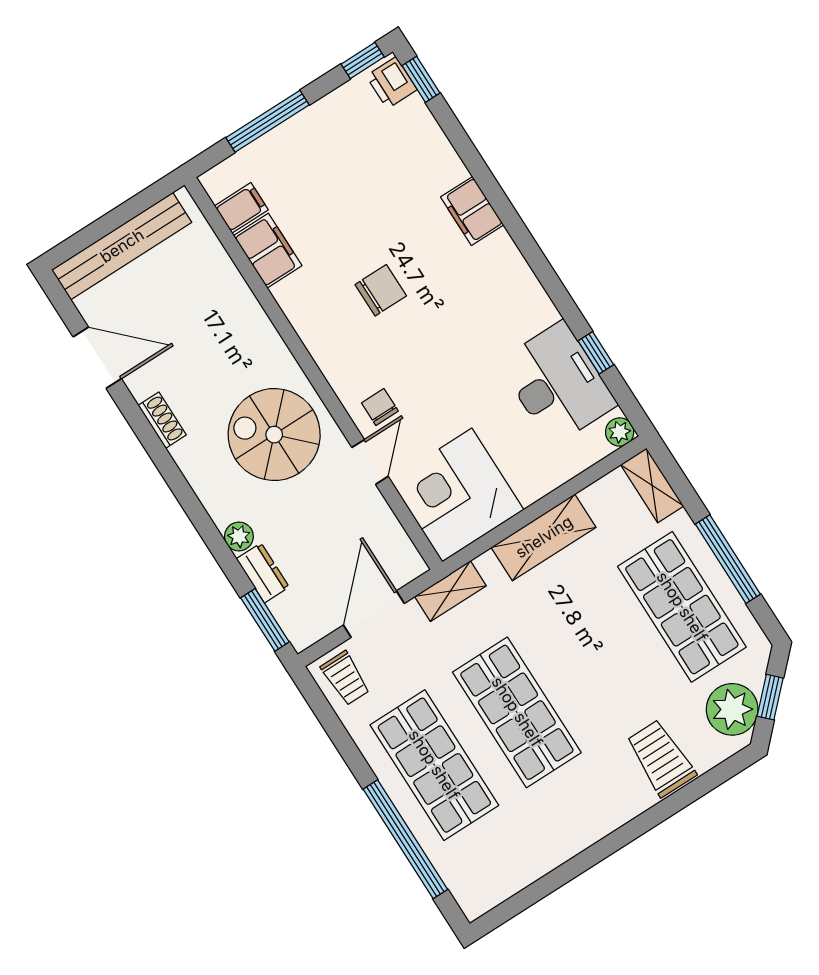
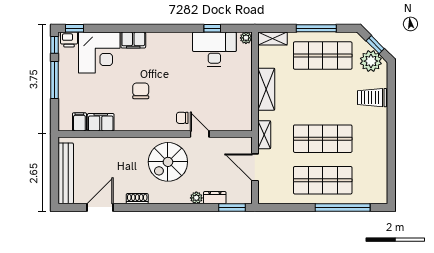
window: (268, 121) -> (54, 80), moved
corner desk: (457, 495) -> (99, 52), moved, turned -90
trolley: (345, 678) -> (271, 192), removed

